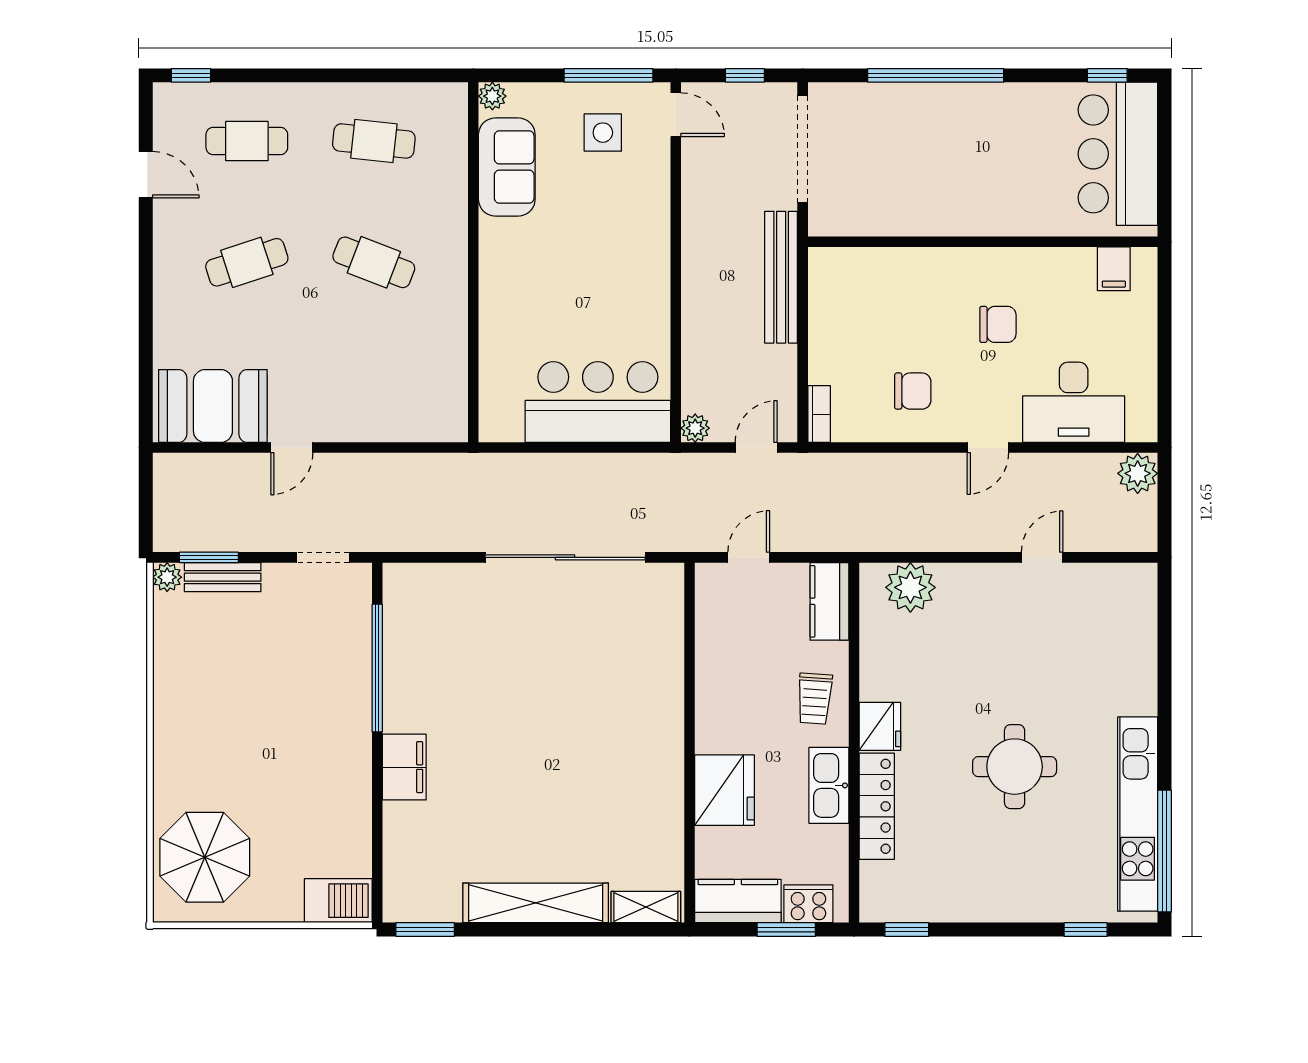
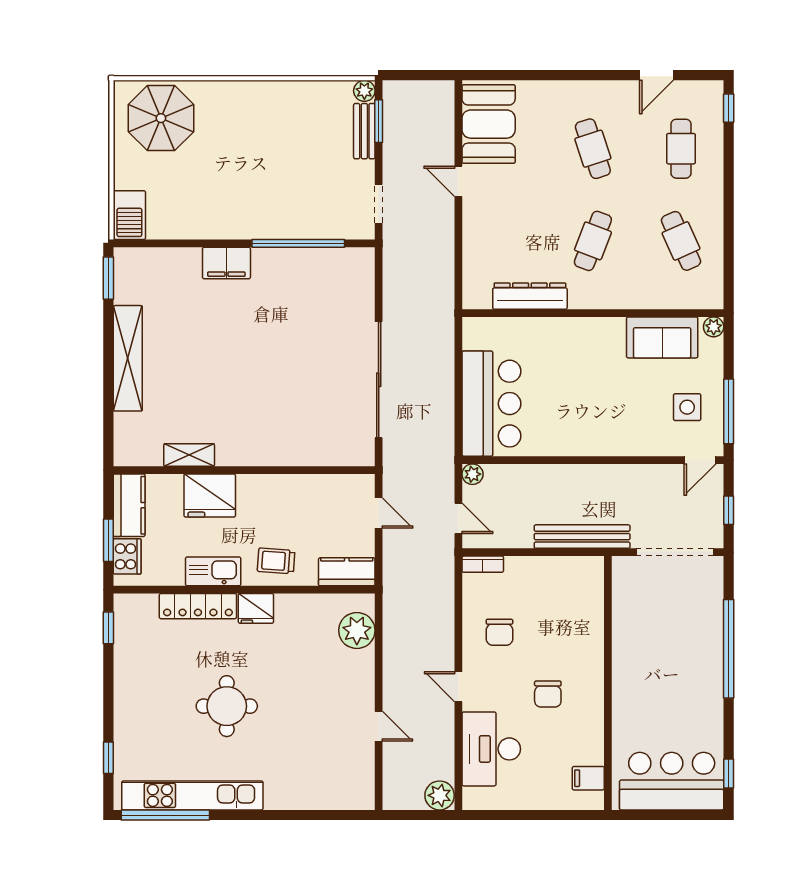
cafe table: (374, 141) -> (681, 241), turned -30
dresser: (450, 349) -> (530, 296), added
shelving: (646, 907) -> (189, 455), moved, turned 90

